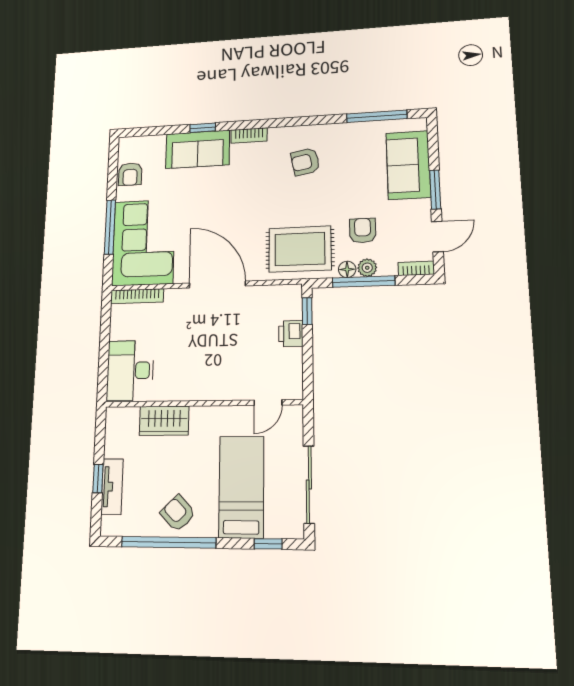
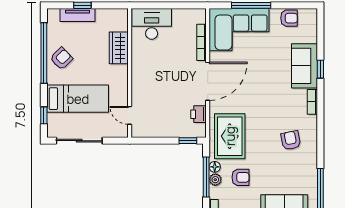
armchair: (130, 174) -> (289, 18), turned 180
bookcase: (137, 296) -> (202, 42), moved
printer: (291, 334) -> (198, 114), moved, turned -90

